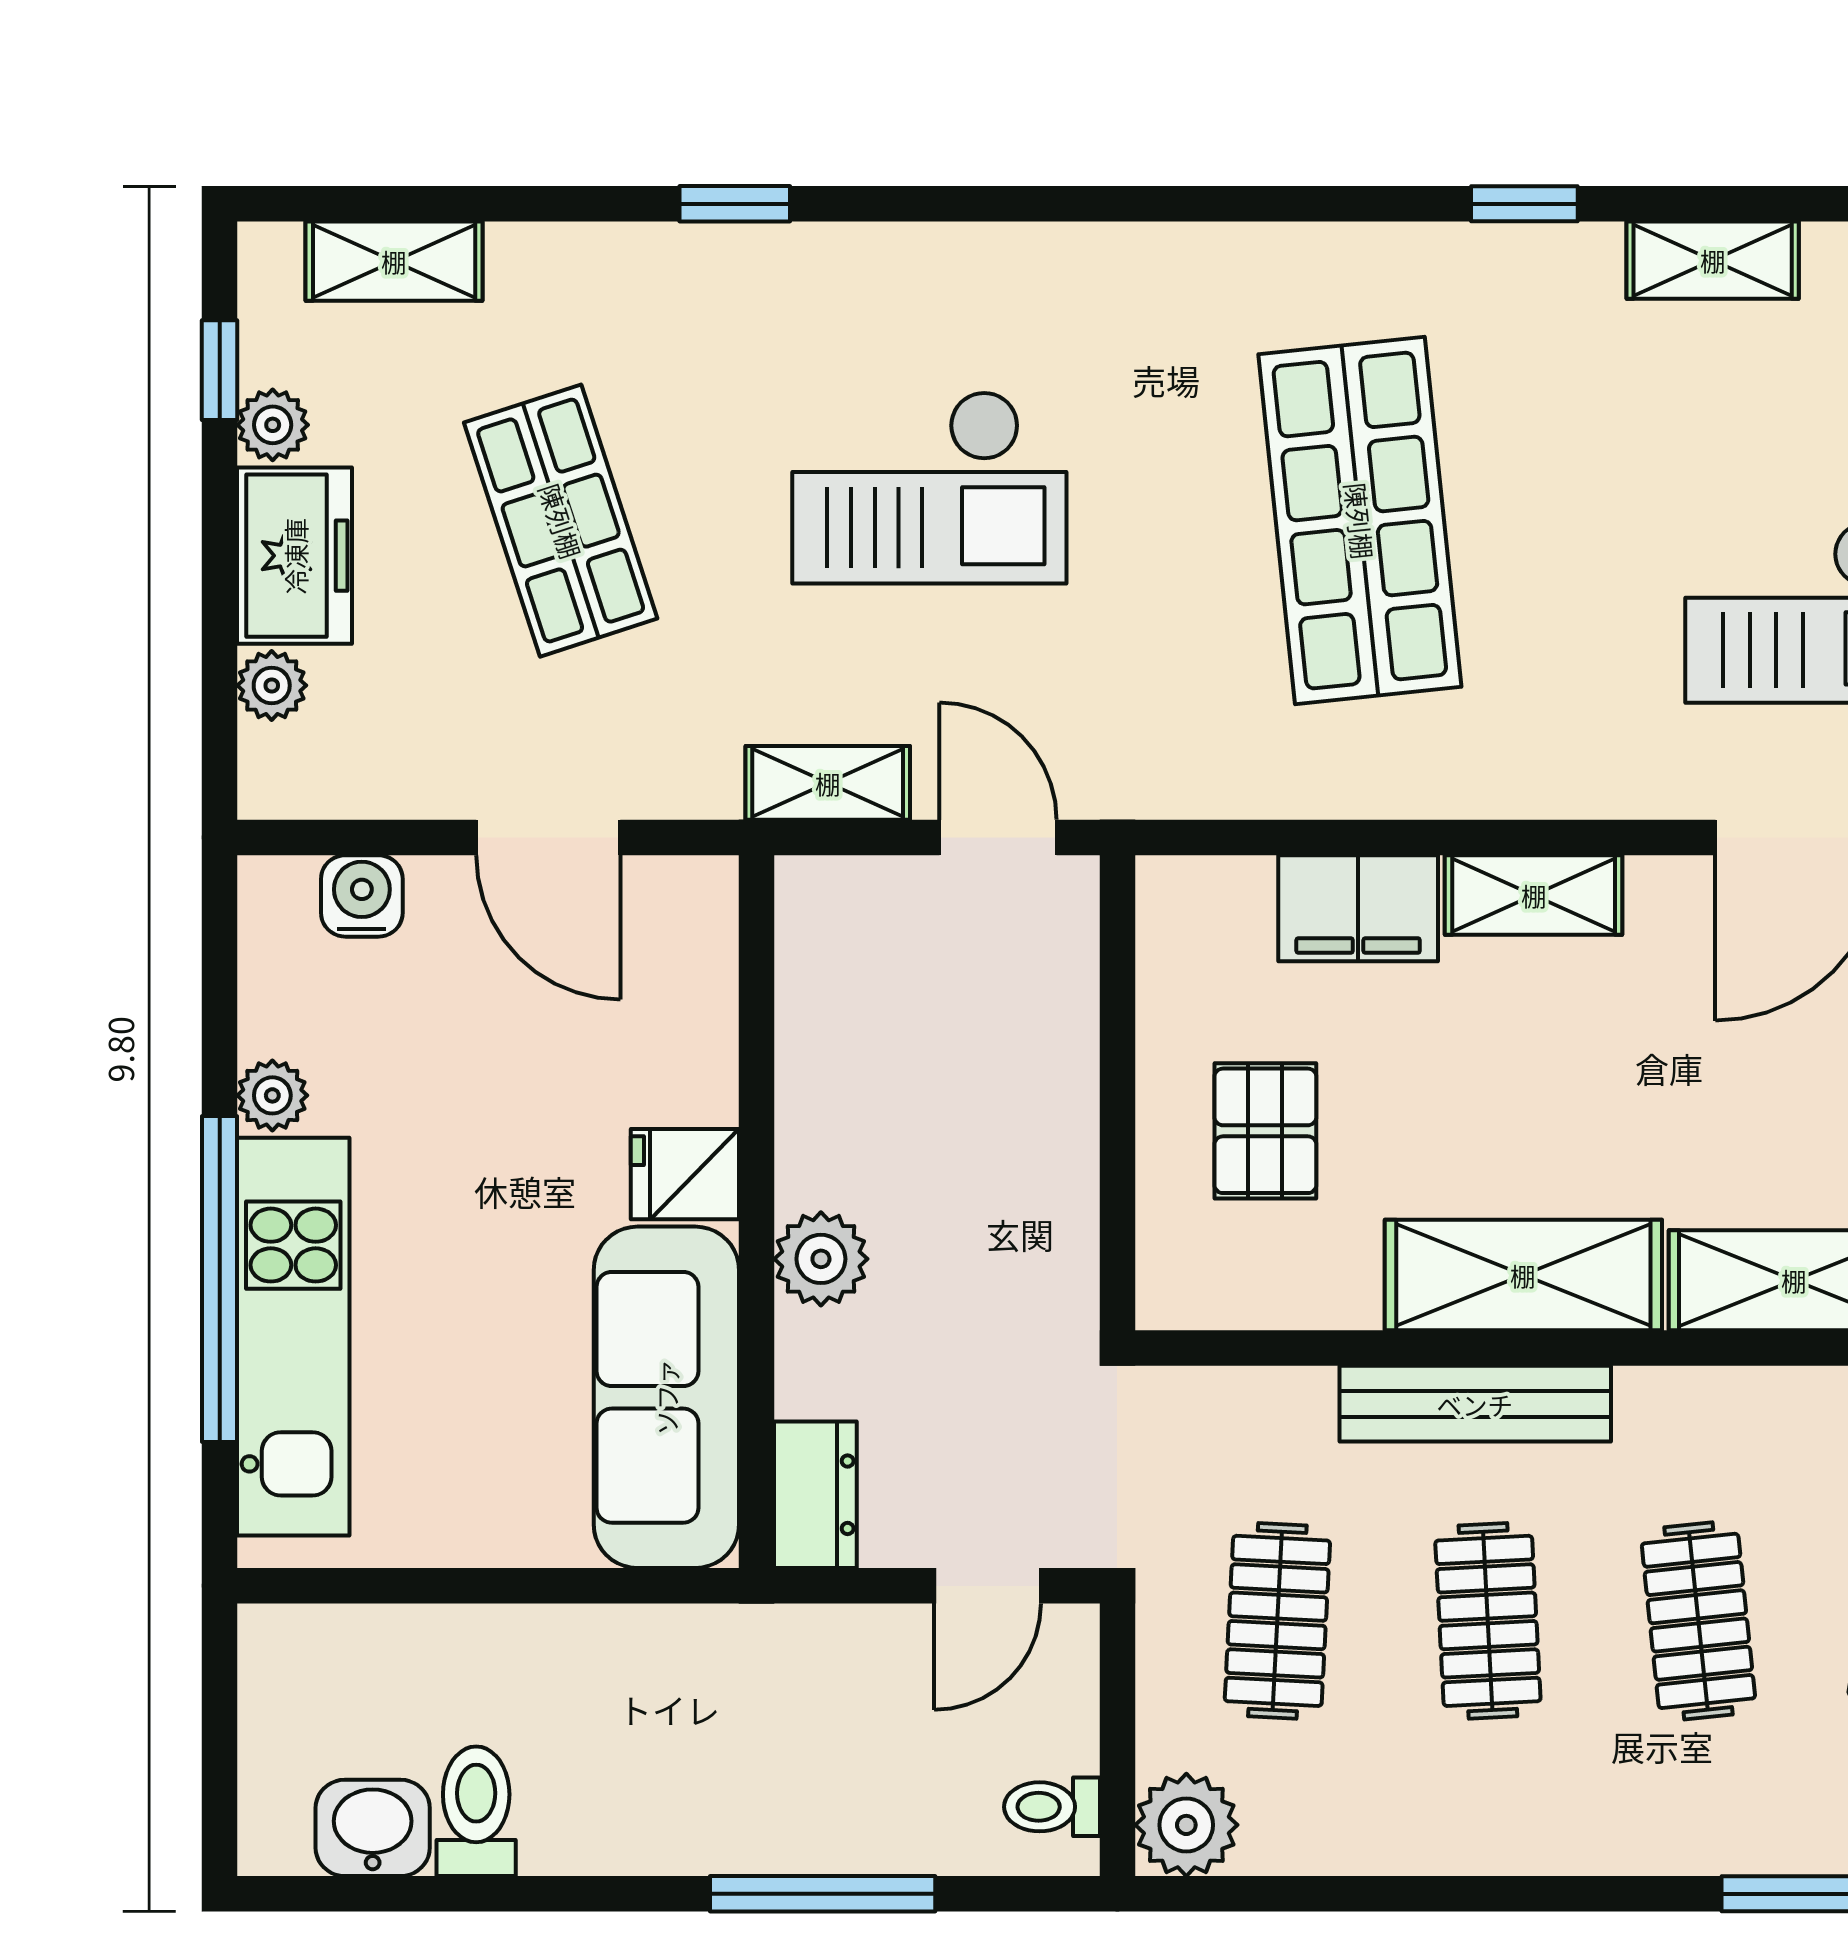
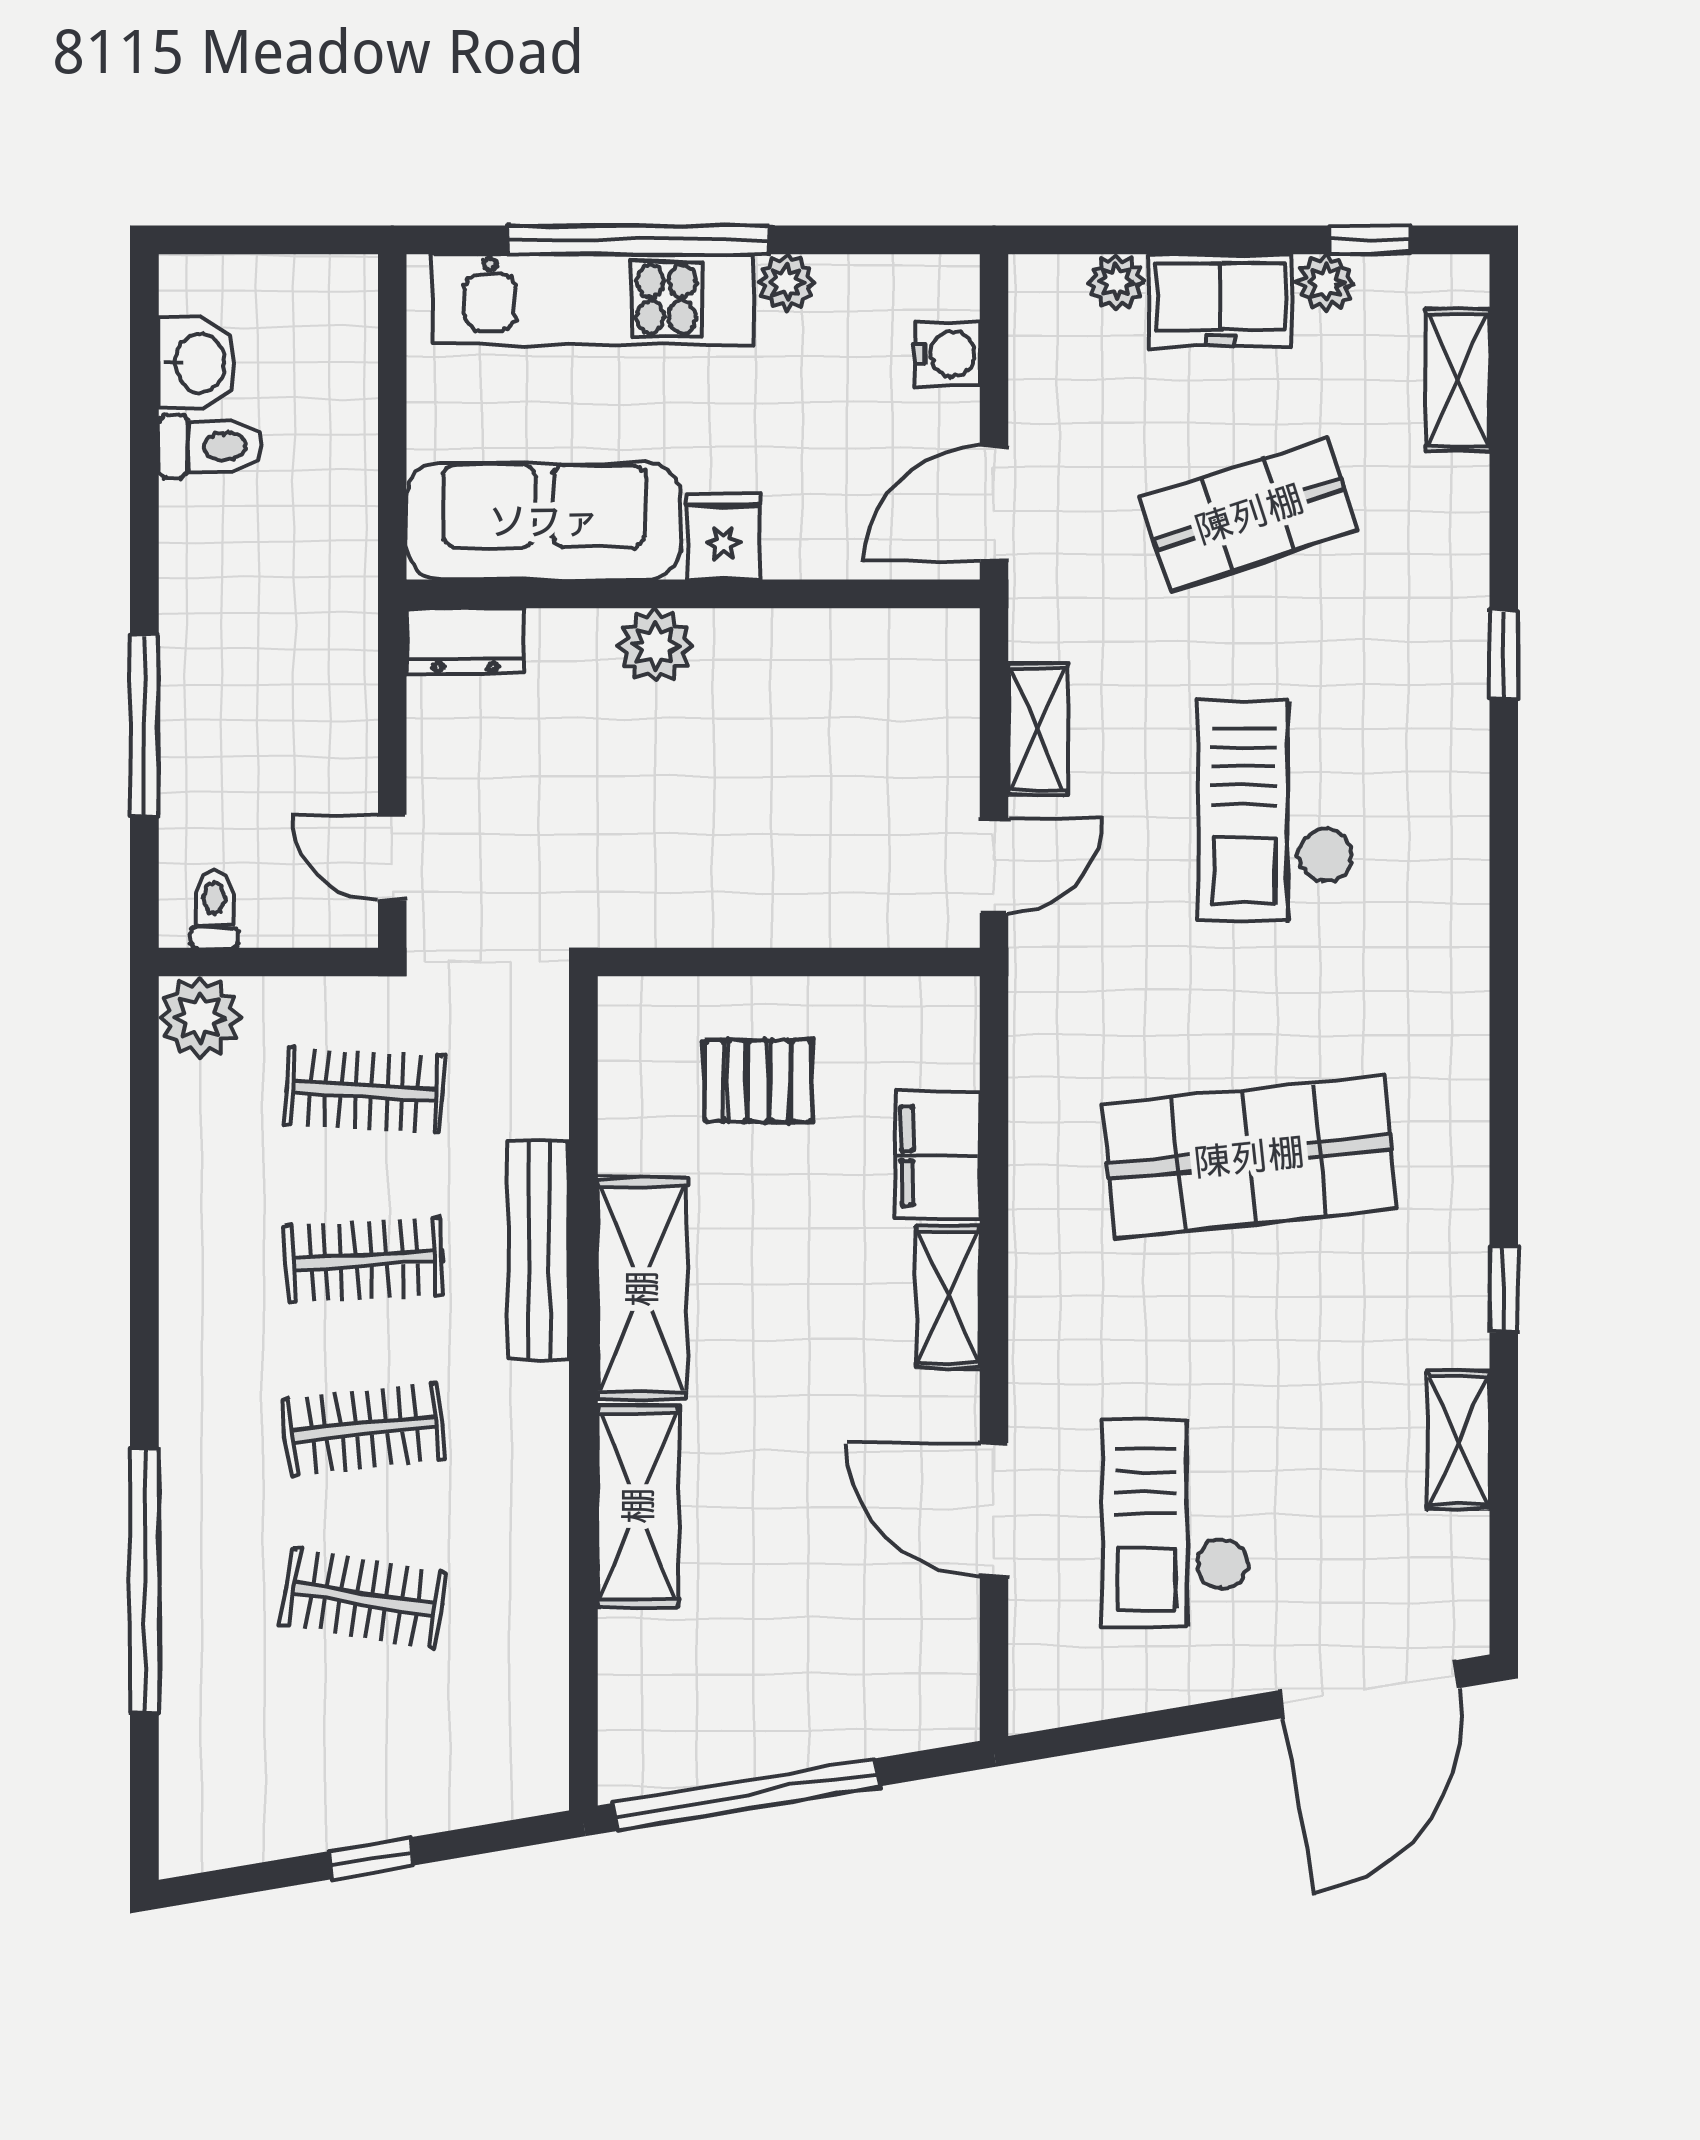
fridge: (685, 1174) -> (723, 536), moved
wall: (757, 1212) -> (693, 594), moved
plant: (821, 1259) -> (655, 646), moved
sofa: (666, 1397) -> (544, 521), moved
dresser: (815, 1495) -> (465, 641), moved

